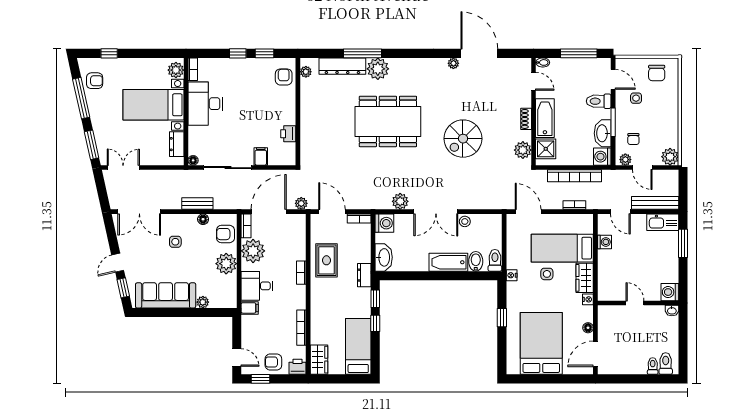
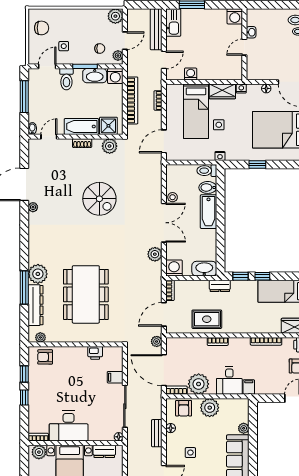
dining table: (388, 121) -> (86, 294), moved
washbasin: (672, 311) -> (251, 32), moved

